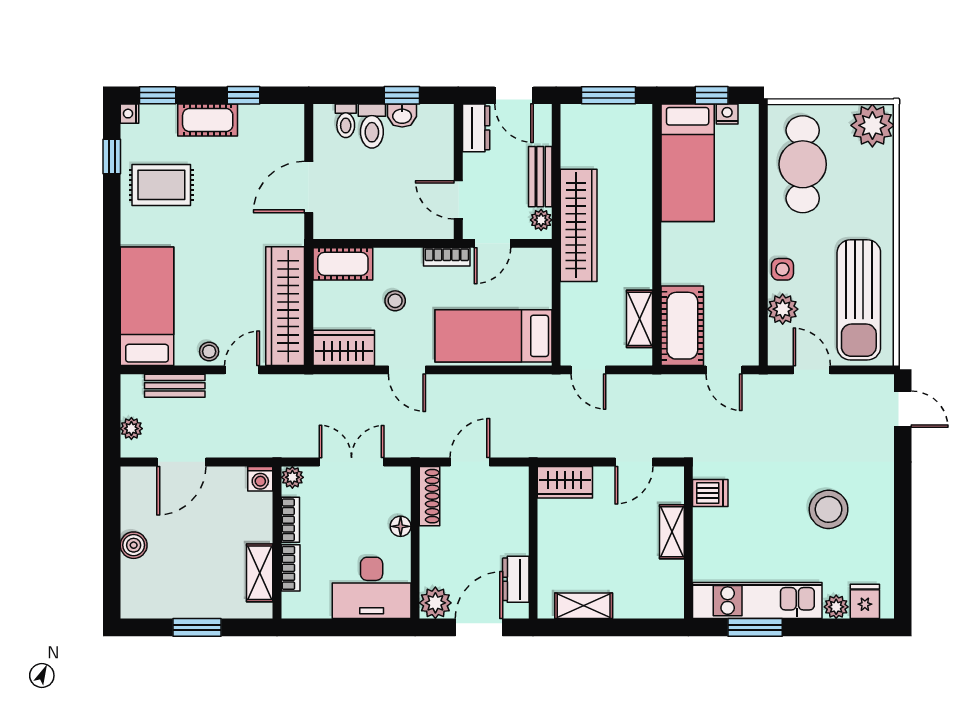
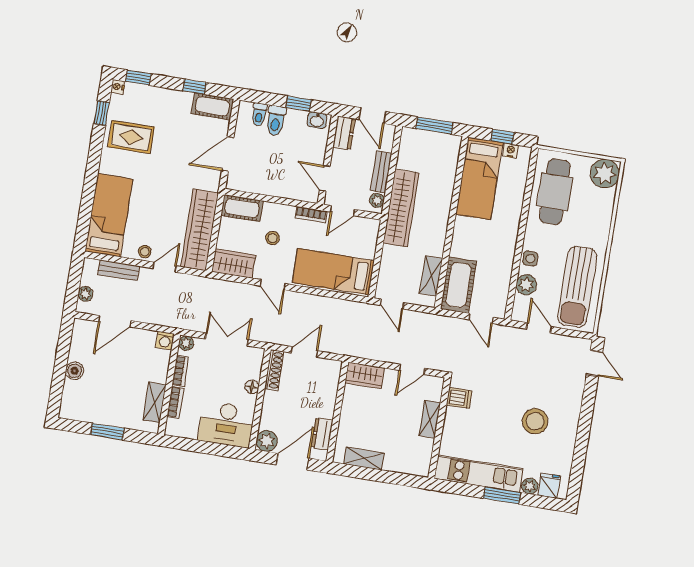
washbasin: (402, 115) -> (317, 120), moved
cot: (208, 120) -> (212, 106), moved
window: (755, 627) -> (502, 495), moved

